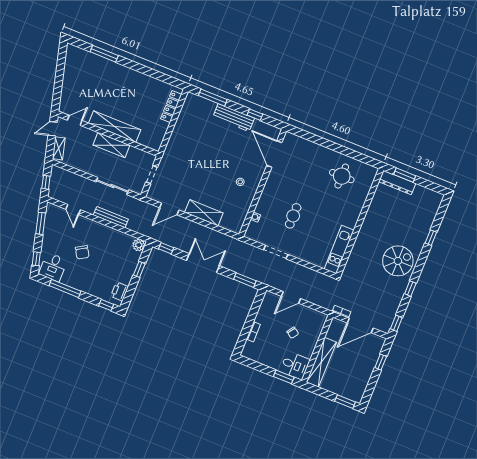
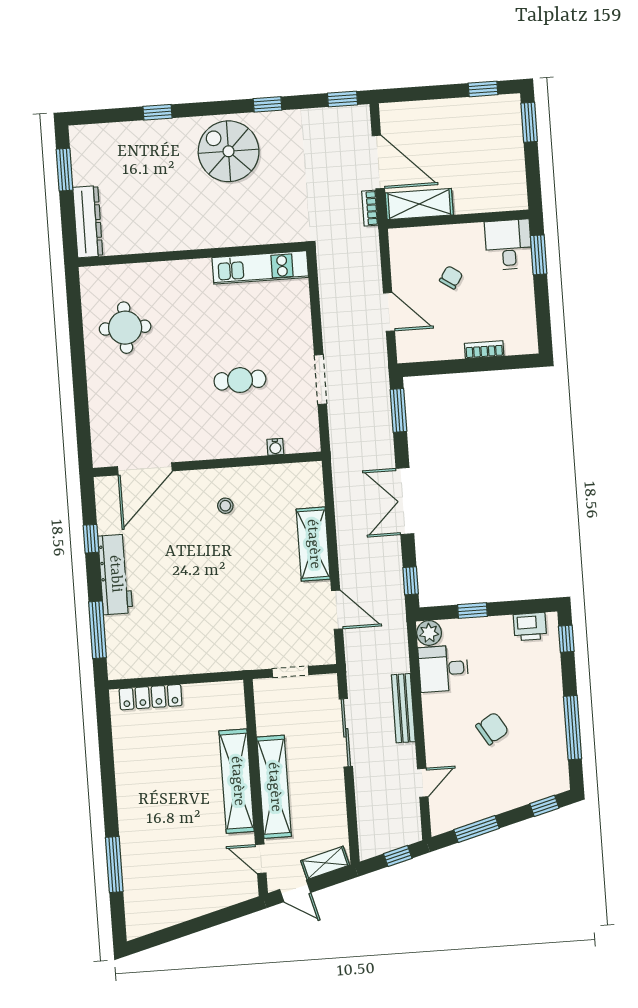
shelving: (111, 145) -> (274, 787), width x1.47
window: (405, 175) -> (64, 170), moved
desk: (53, 267) -> (443, 669), moved, turned 180
shelving: (321, 362) -> (419, 204), moved, width x0.68
window: (381, 362) -> (483, 89), moved

